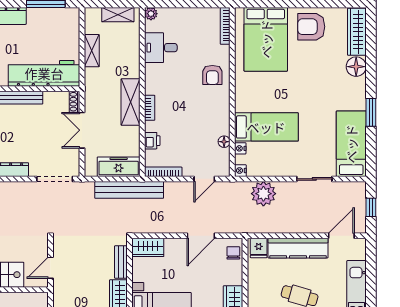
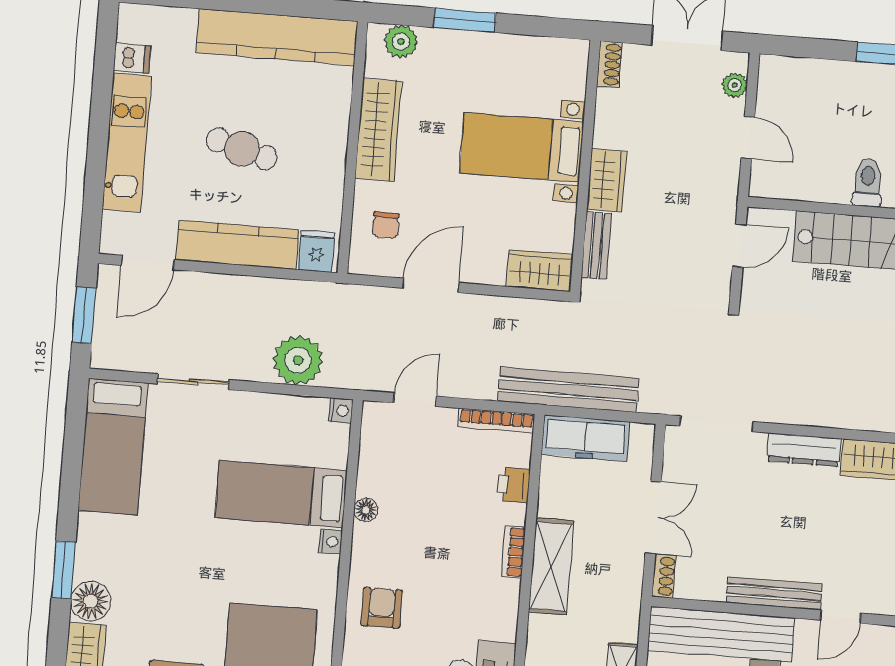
window: (371, 112) -> (64, 570), moved
floor lamp: (224, 142) -> (366, 510), moved
nightstand: (240, 148) -> (330, 541), moved
window: (371, 207) -> (84, 315), width x1.50
chair: (233, 253) -> (386, 225), moved

